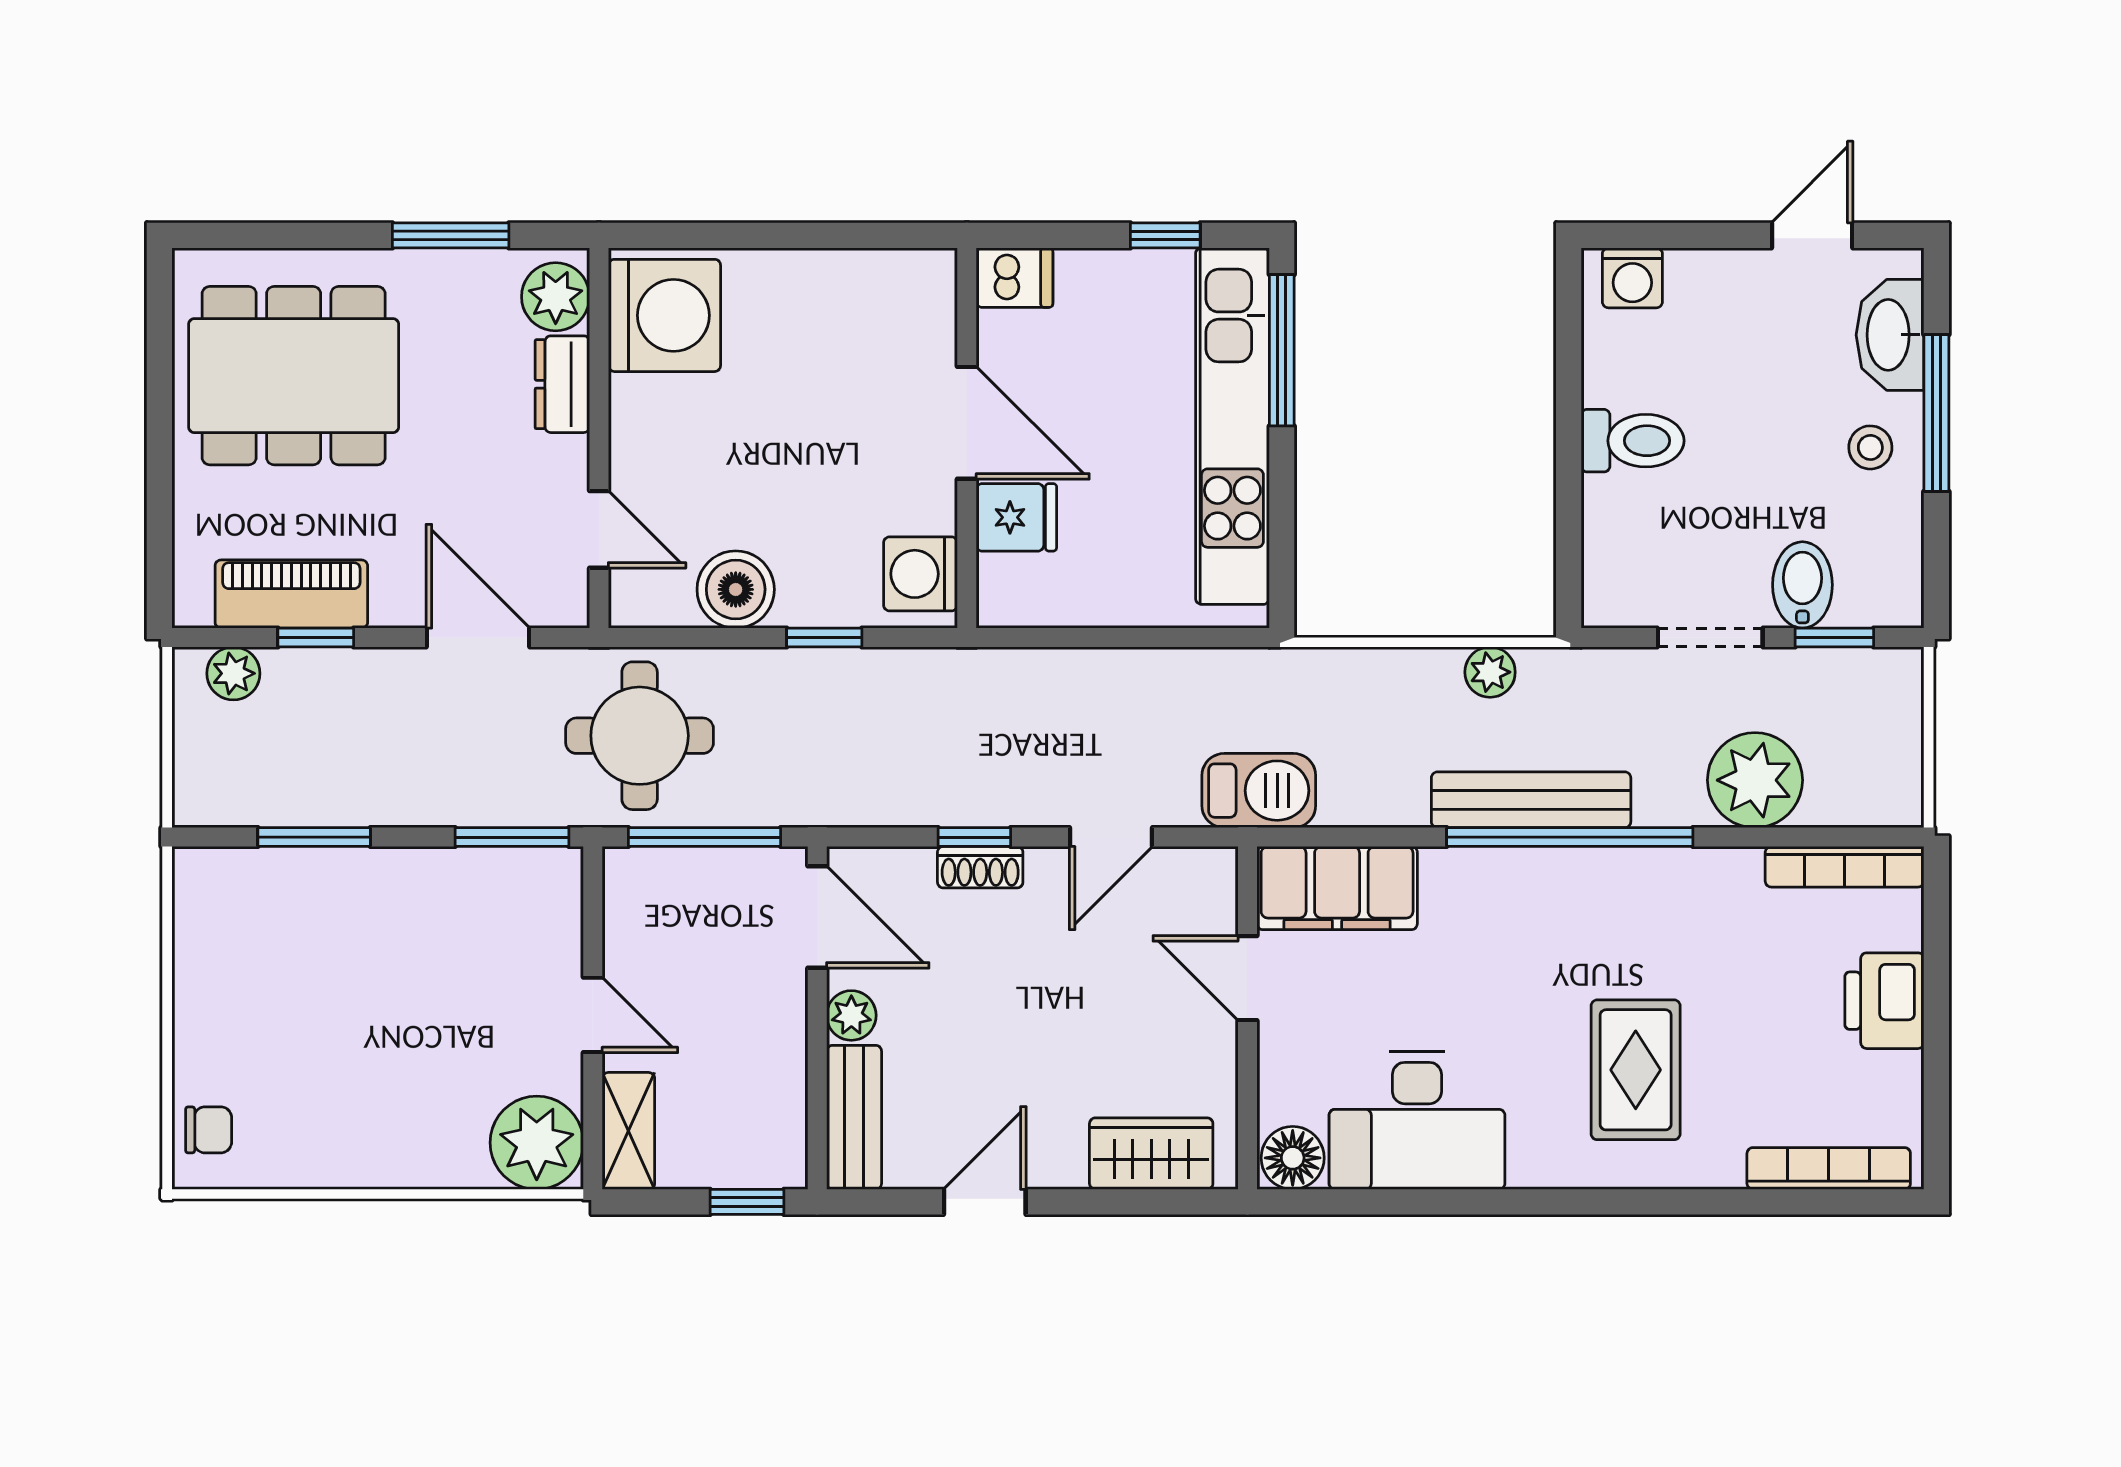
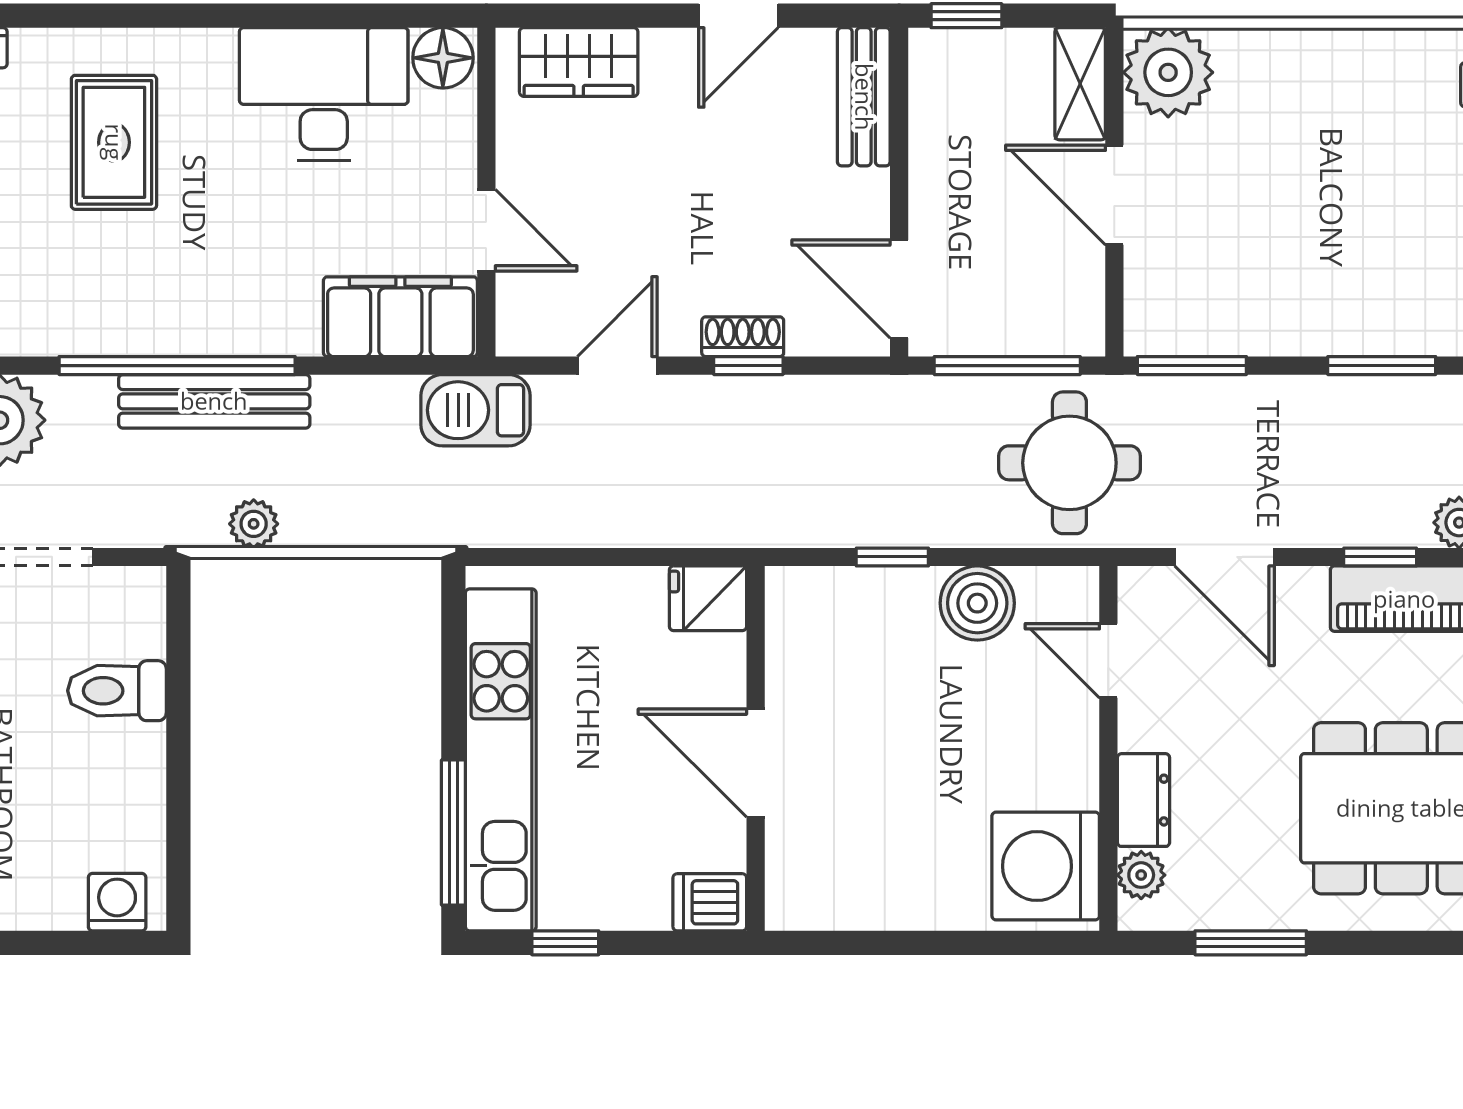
plant: (556, 297) -> (1141, 875), width x0.73, depth x0.73
toilet: (1633, 441) -> (117, 691), moved
fridge: (1016, 517) -> (708, 598), moved
washing machine: (921, 574) -> (800, 618), removed
door: (593, 1015) -> (1114, 195), width x1.38
plant: (851, 1015) -> (866, 194), removed

